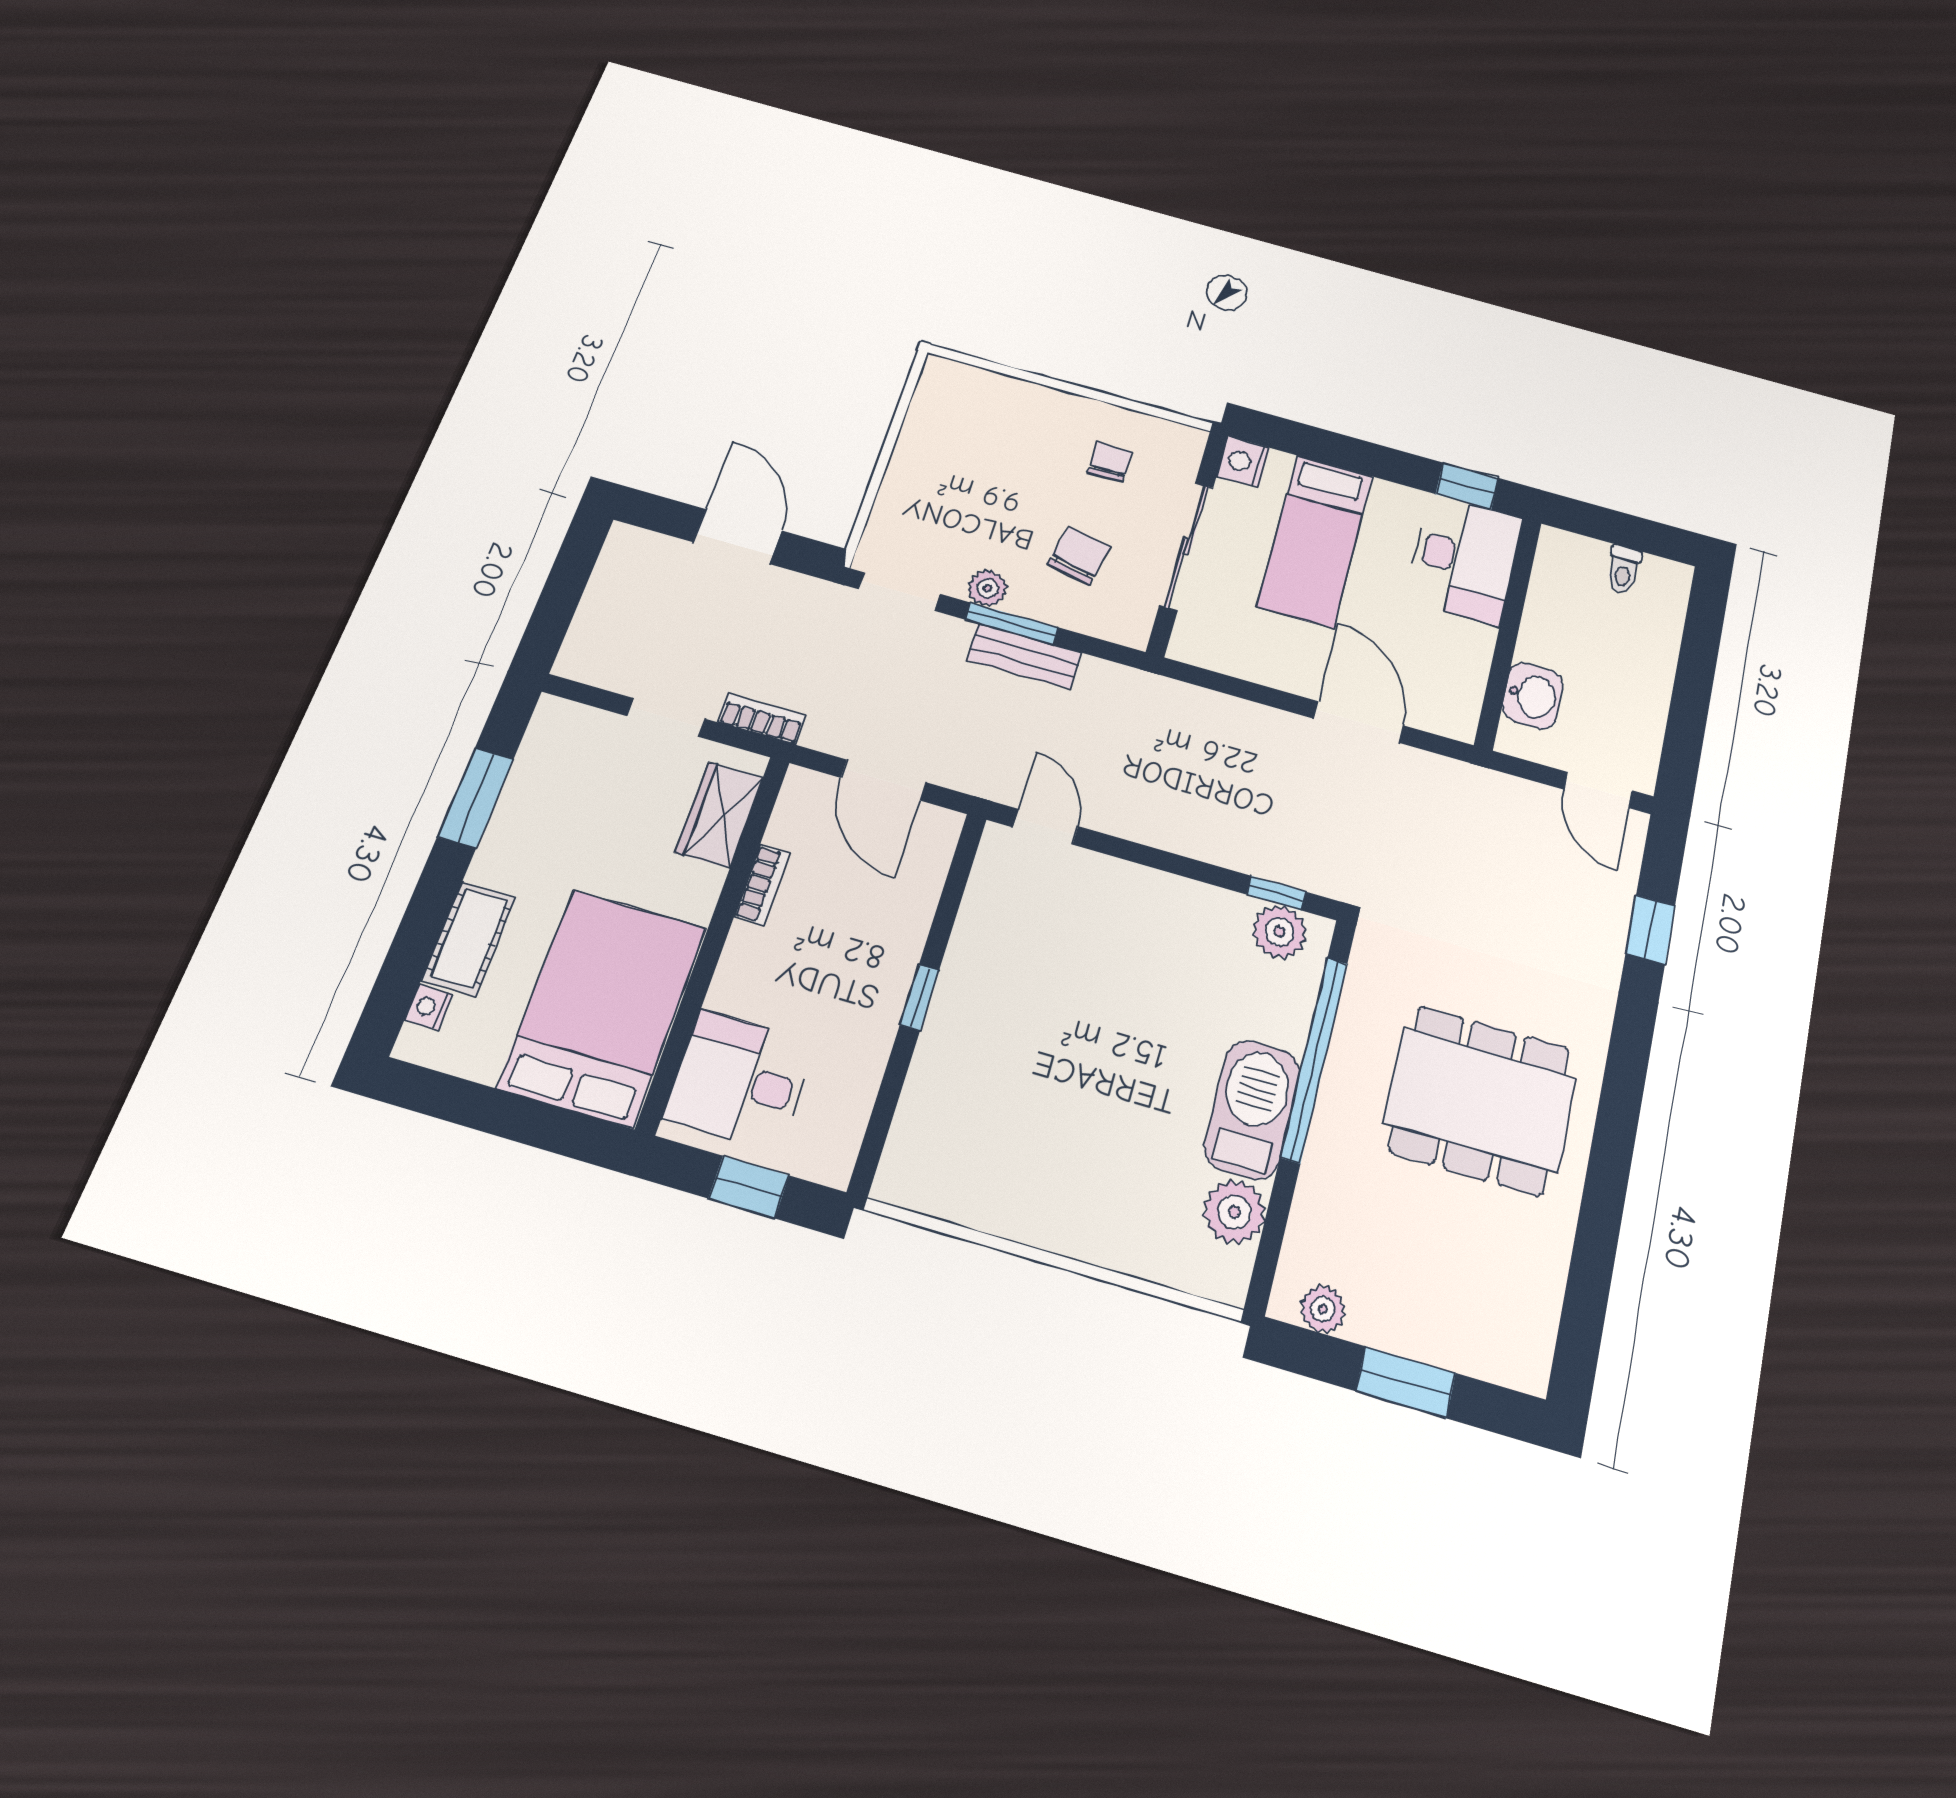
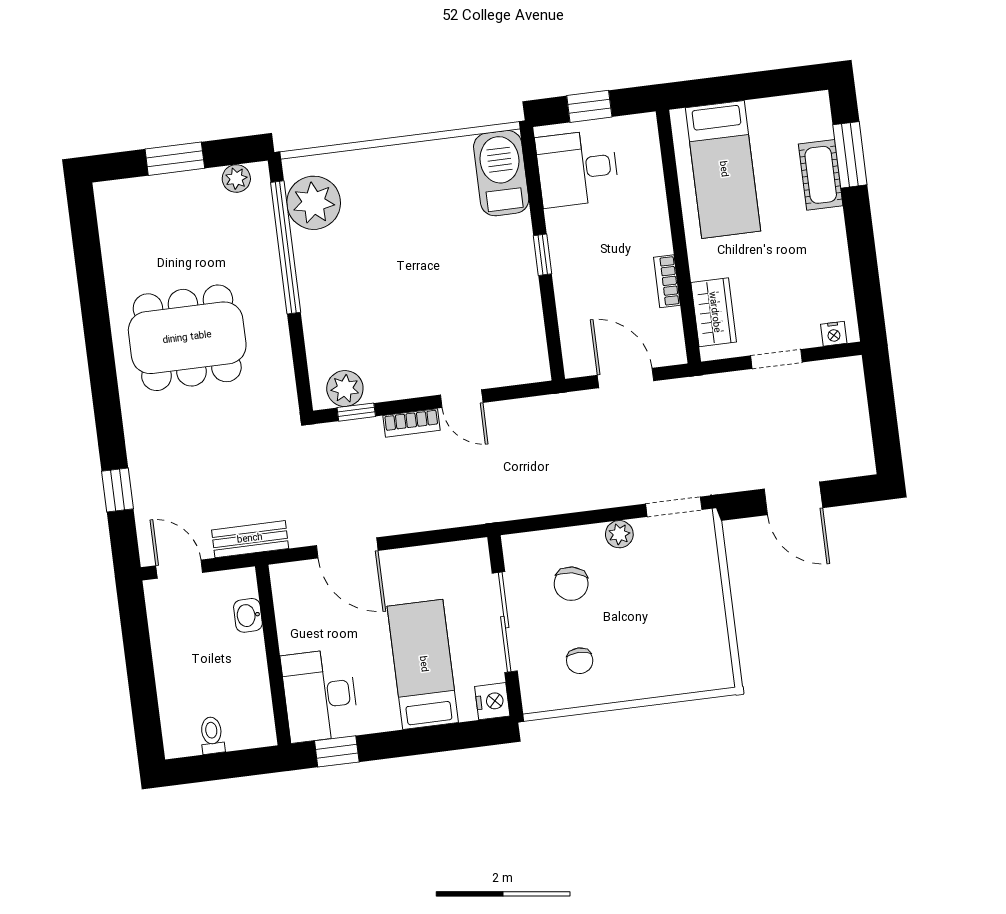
window: (1012, 623) -> (593, 517), removed
bench: (1024, 656) -> (250, 539), moved
washbasin: (1533, 696) -> (248, 615), width x0.72, depth x0.69
bookcase: (762, 719) -> (412, 423), moved
window: (476, 798) -> (850, 155), moved
door: (1045, 827) -> (462, 399), moved
nightstand: (429, 1007) -> (834, 334), moved, turned 90
bed: (602, 1007) -> (723, 169), width x0.67
window: (1314, 1059) -> (286, 247), moved
desk: (740, 1081) -> (577, 168), moved, turned 180
barbecue: (1252, 1110) -> (501, 173), moved, turned 180
plant: (1234, 1212) -> (314, 203), width x1.36, depth x1.36

